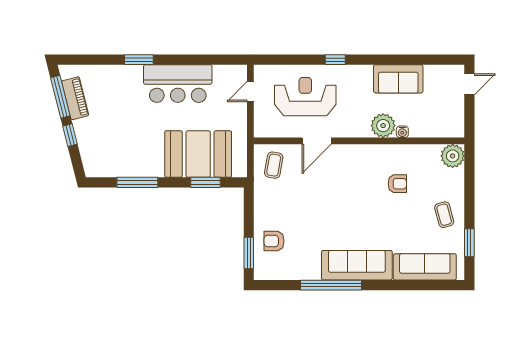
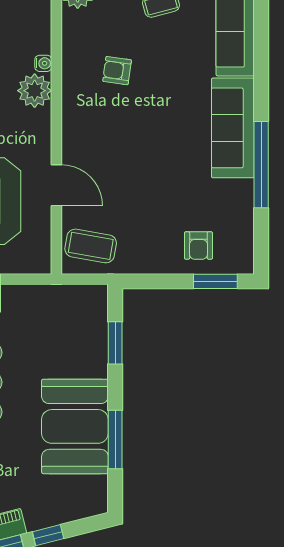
booth: (198, 154) -> (75, 426), moved
coffee table: (274, 165) -> (91, 246), width x1.36, depth x1.30
armchair: (397, 184) -> (117, 71), turned -82

